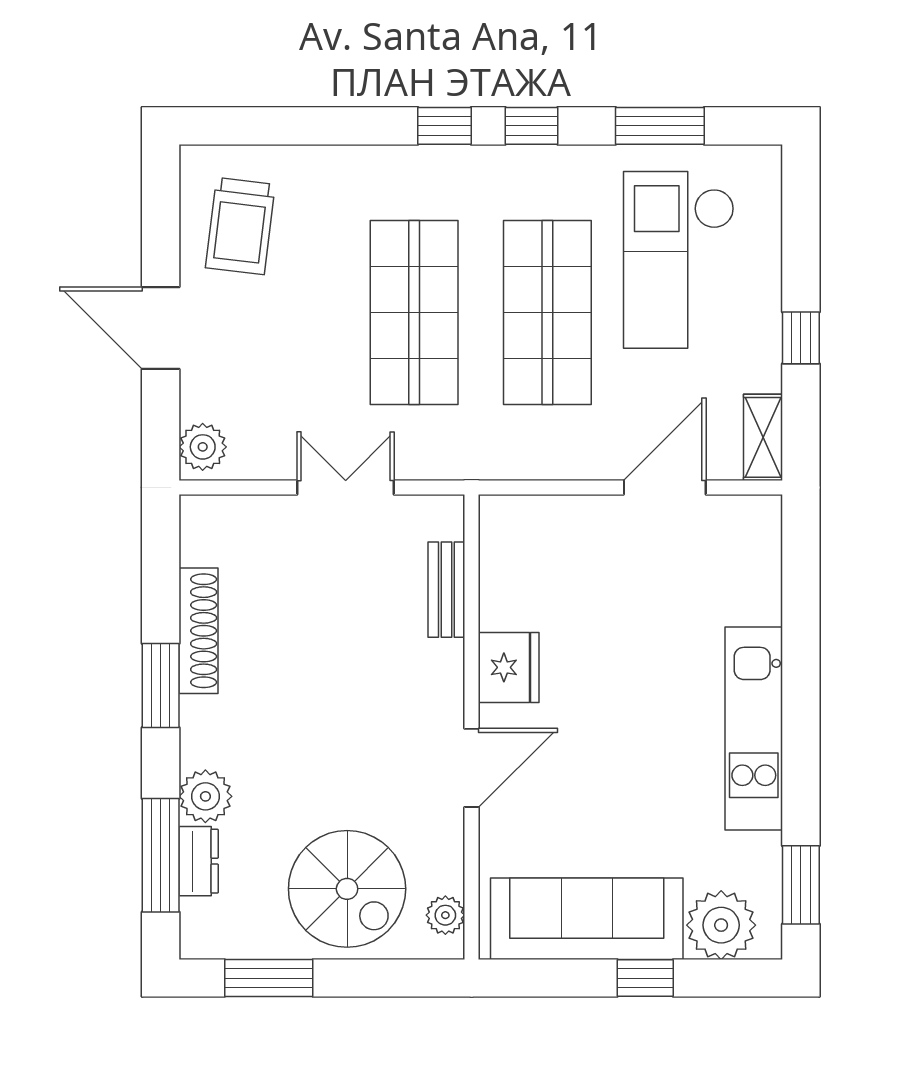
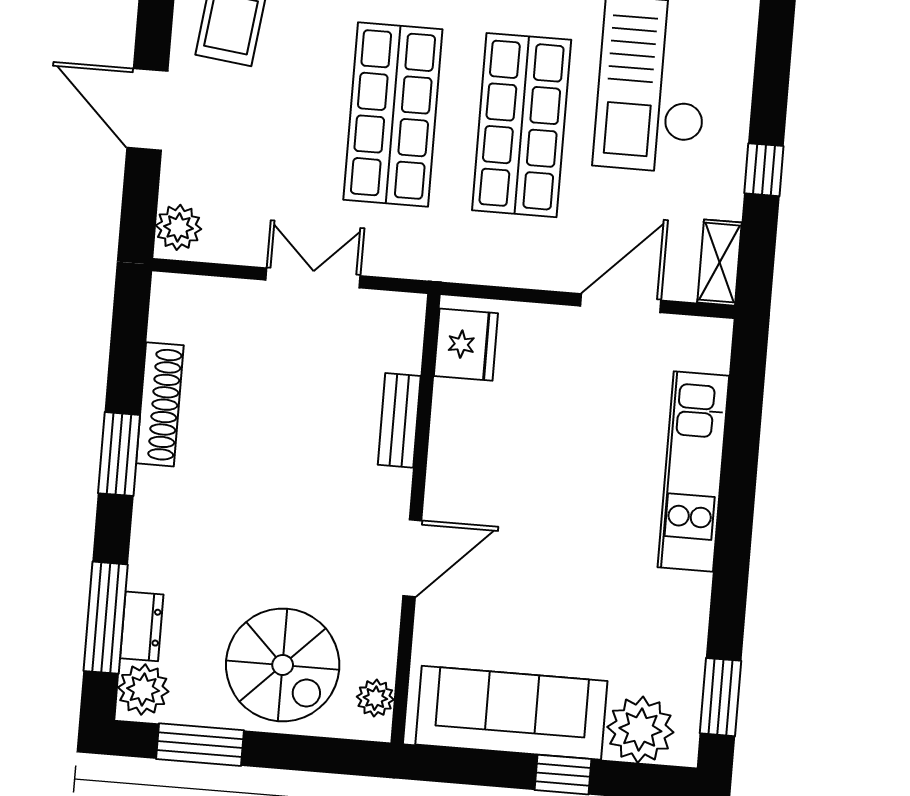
bench: (446, 590) -> (399, 420), moved
fridge: (509, 667) -> (466, 345), moved
kitchen unit: (754, 729) -> (693, 471), moved
plant: (205, 796) -> (143, 689), moved

